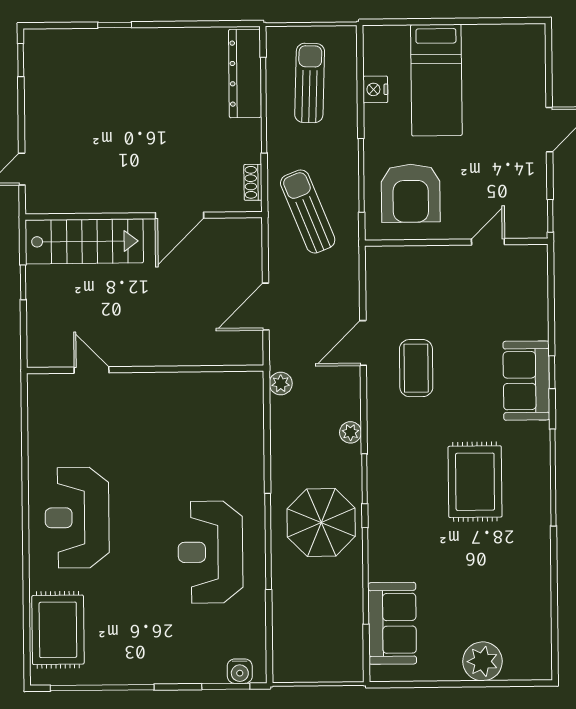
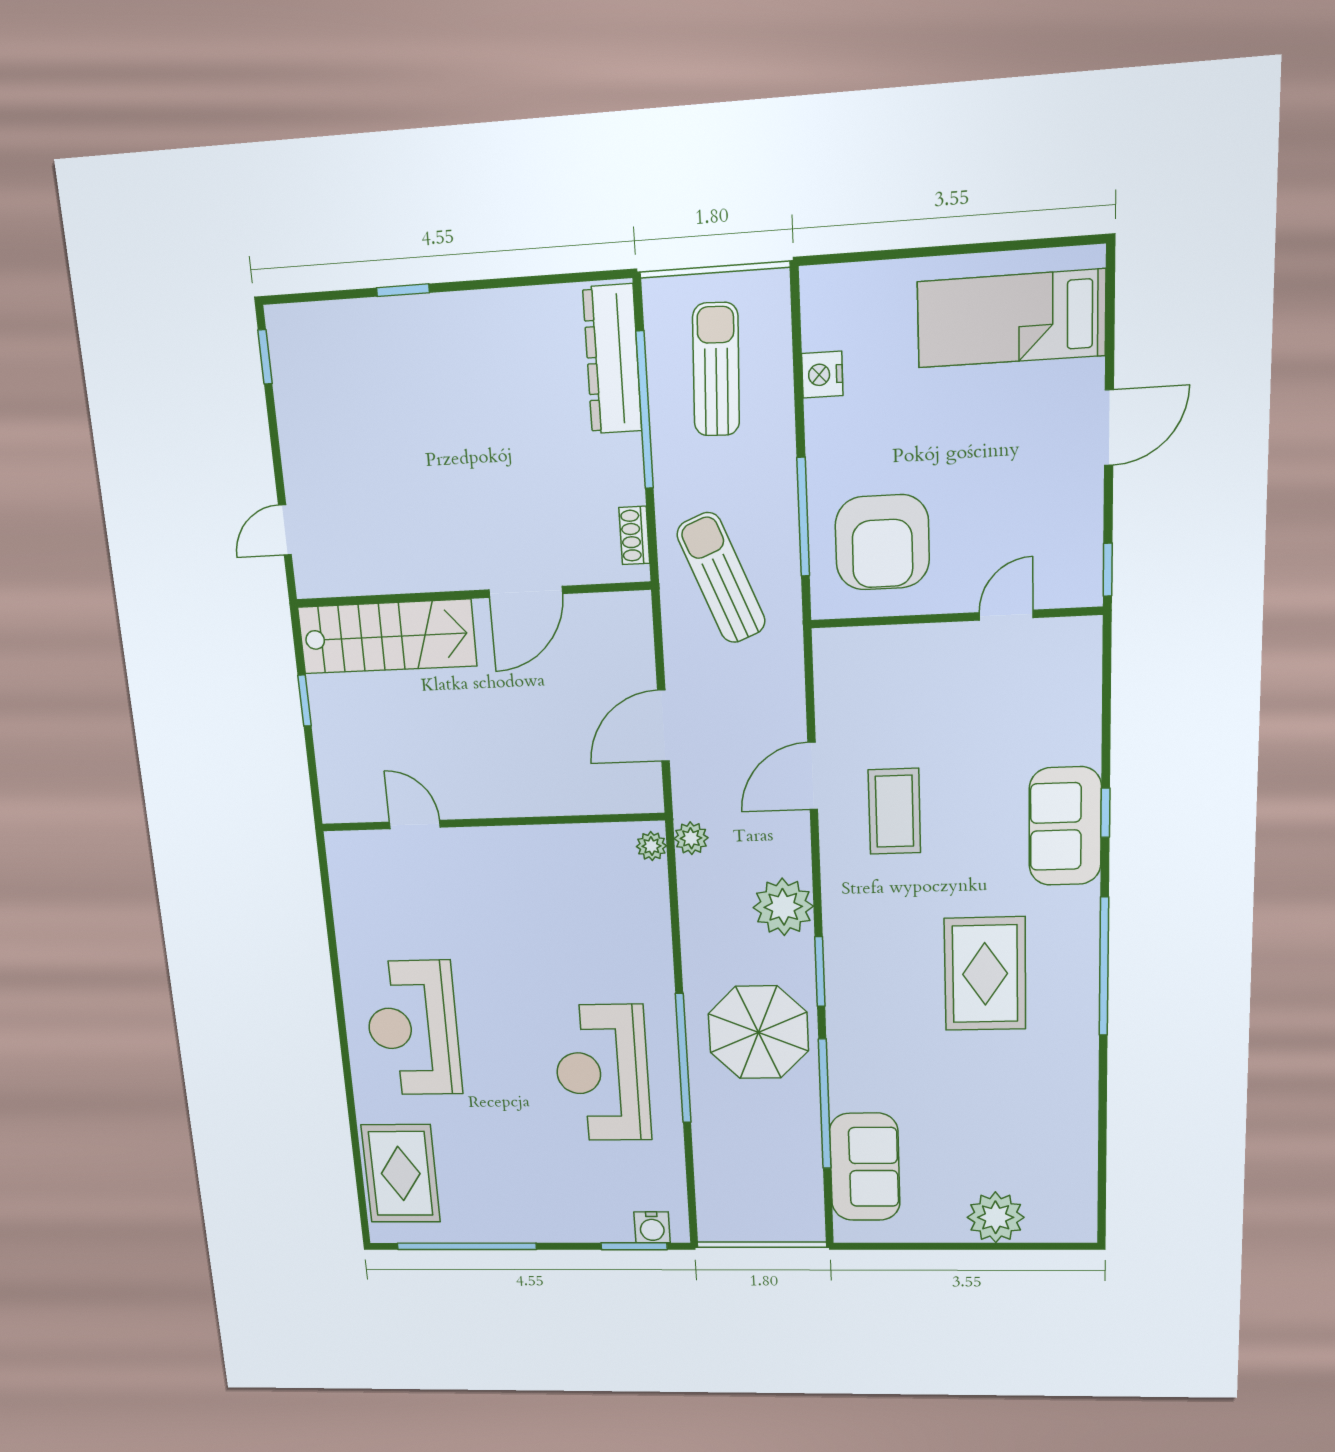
bed: (436, 80) -> (1011, 319), moved, turned 90
plant: (254, 388) -> (651, 846), added
plant: (350, 432) -> (783, 907), width x1.87, depth x1.87

